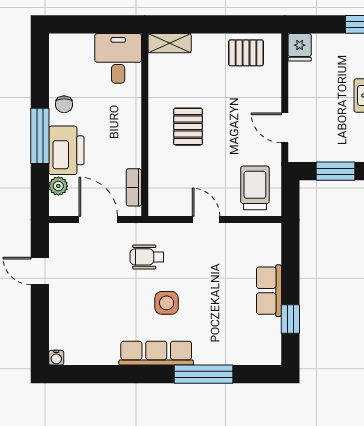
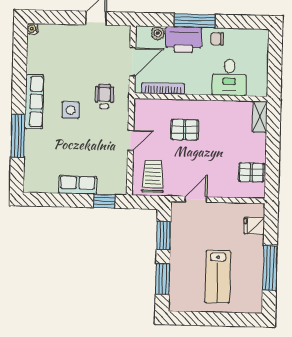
fridge: (300, 47) -> (254, 226), moved
pallet: (246, 53) -> (251, 172), turned 90
desk: (118, 58) -> (229, 77), moved, turned 90
pallet: (188, 127) -> (185, 130), moved
bookcase: (134, 187) -> (163, 88), width x1.56
trolley: (255, 188) -> (153, 176), turned -90
window: (290, 319) -> (104, 201), moved

